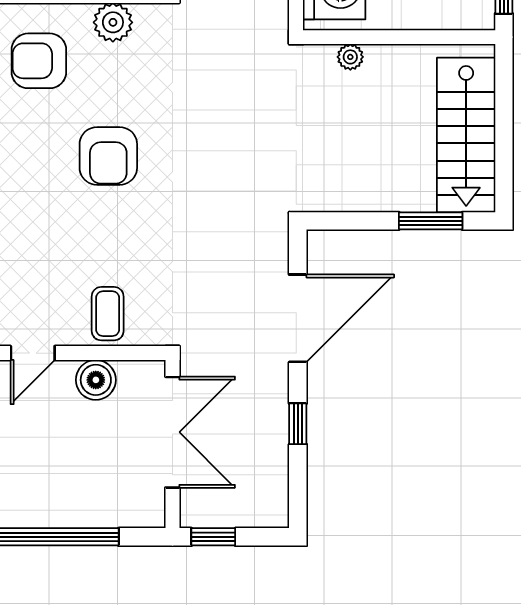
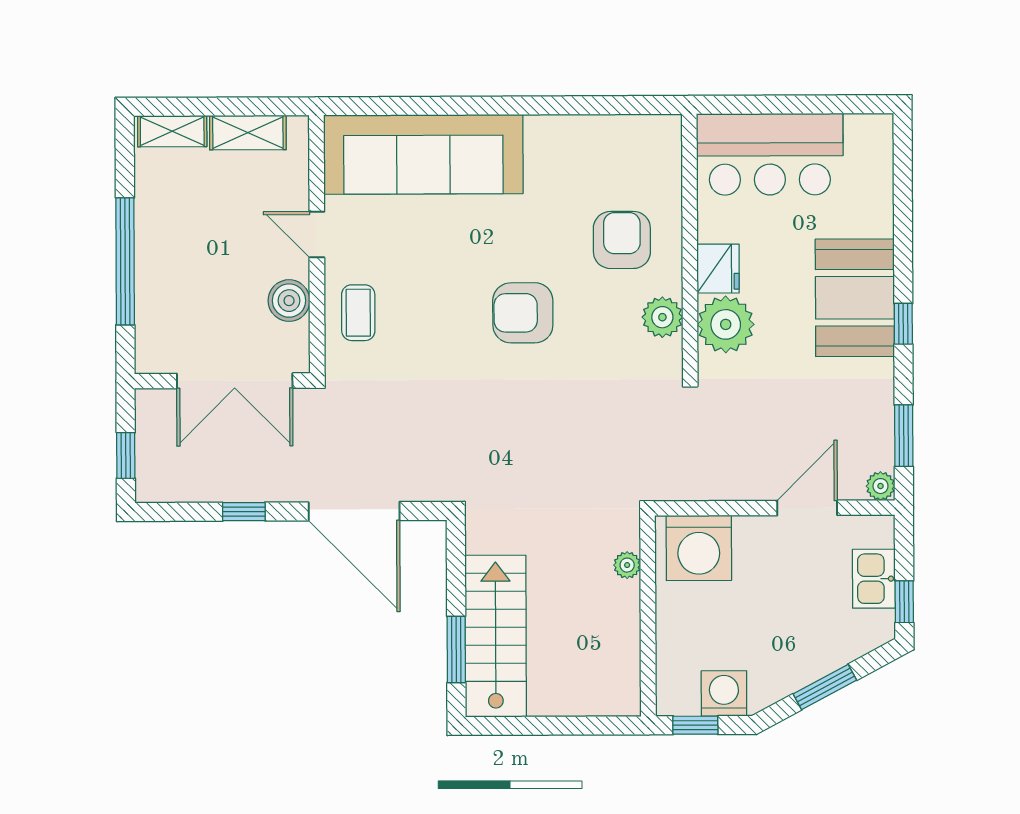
stairs: (466, 135) -> (496, 636), moved, turned 90
coffee table: (108, 314) -> (358, 313), turned 90
window: (213, 537) -> (126, 455), moved

